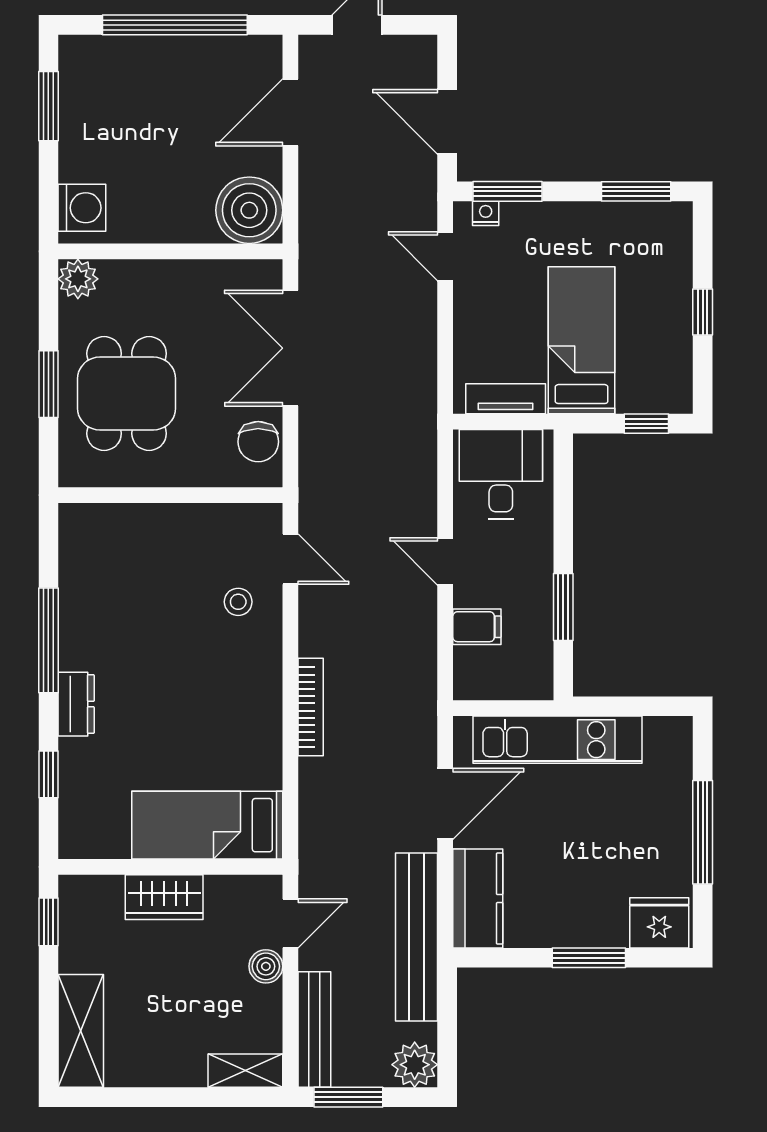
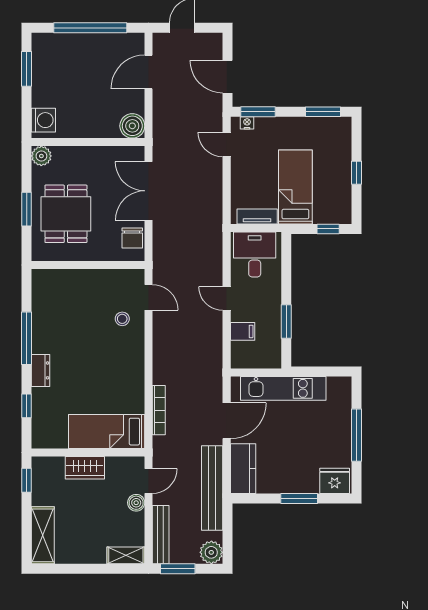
boiler: (249, 210) -> (132, 126), width x0.73, depth x0.73
bookcase: (311, 707) -> (159, 410), moved

